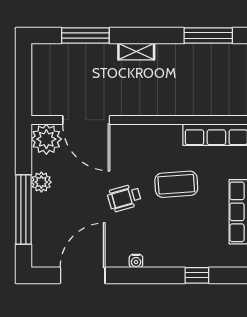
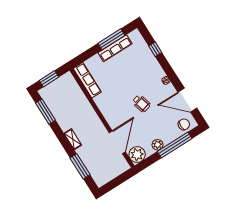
coffee table: (176, 184) -> (121, 84), removed
chair: (47, 245) -> (184, 124), added

